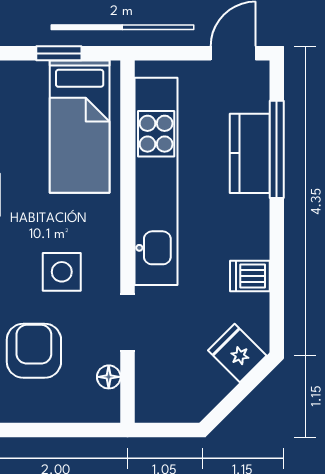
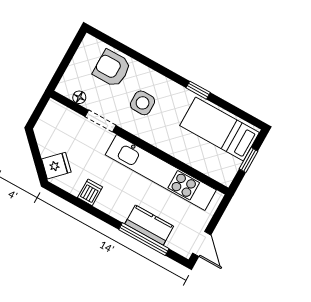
bed: (80, 127) -> (219, 129), moved
armchair: (34, 351) -> (112, 68), turned 180

